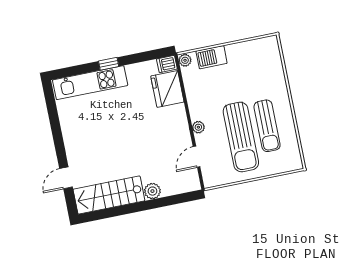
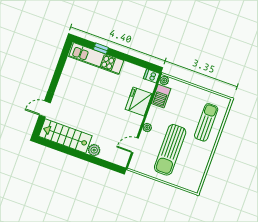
barbecue: (212, 57) -> (161, 96), moved, turned -90
window: (109, 64) -> (101, 49), moved
fridge: (167, 89) -> (139, 102), moved
sun lounger: (267, 126) -> (206, 122), moved, turned 180

